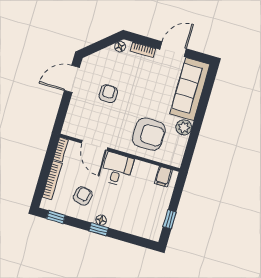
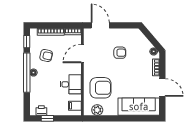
door: (72, 79) -> (100, 25), moved
plant: (184, 127) -> (97, 110), moved
armchair: (149, 134) -> (101, 88), turned -90
desk: (117, 169) -> (71, 84), moved
printer: (156, 224) -> (41, 110), added
window: (99, 229) -> (27, 73), width x3.17

